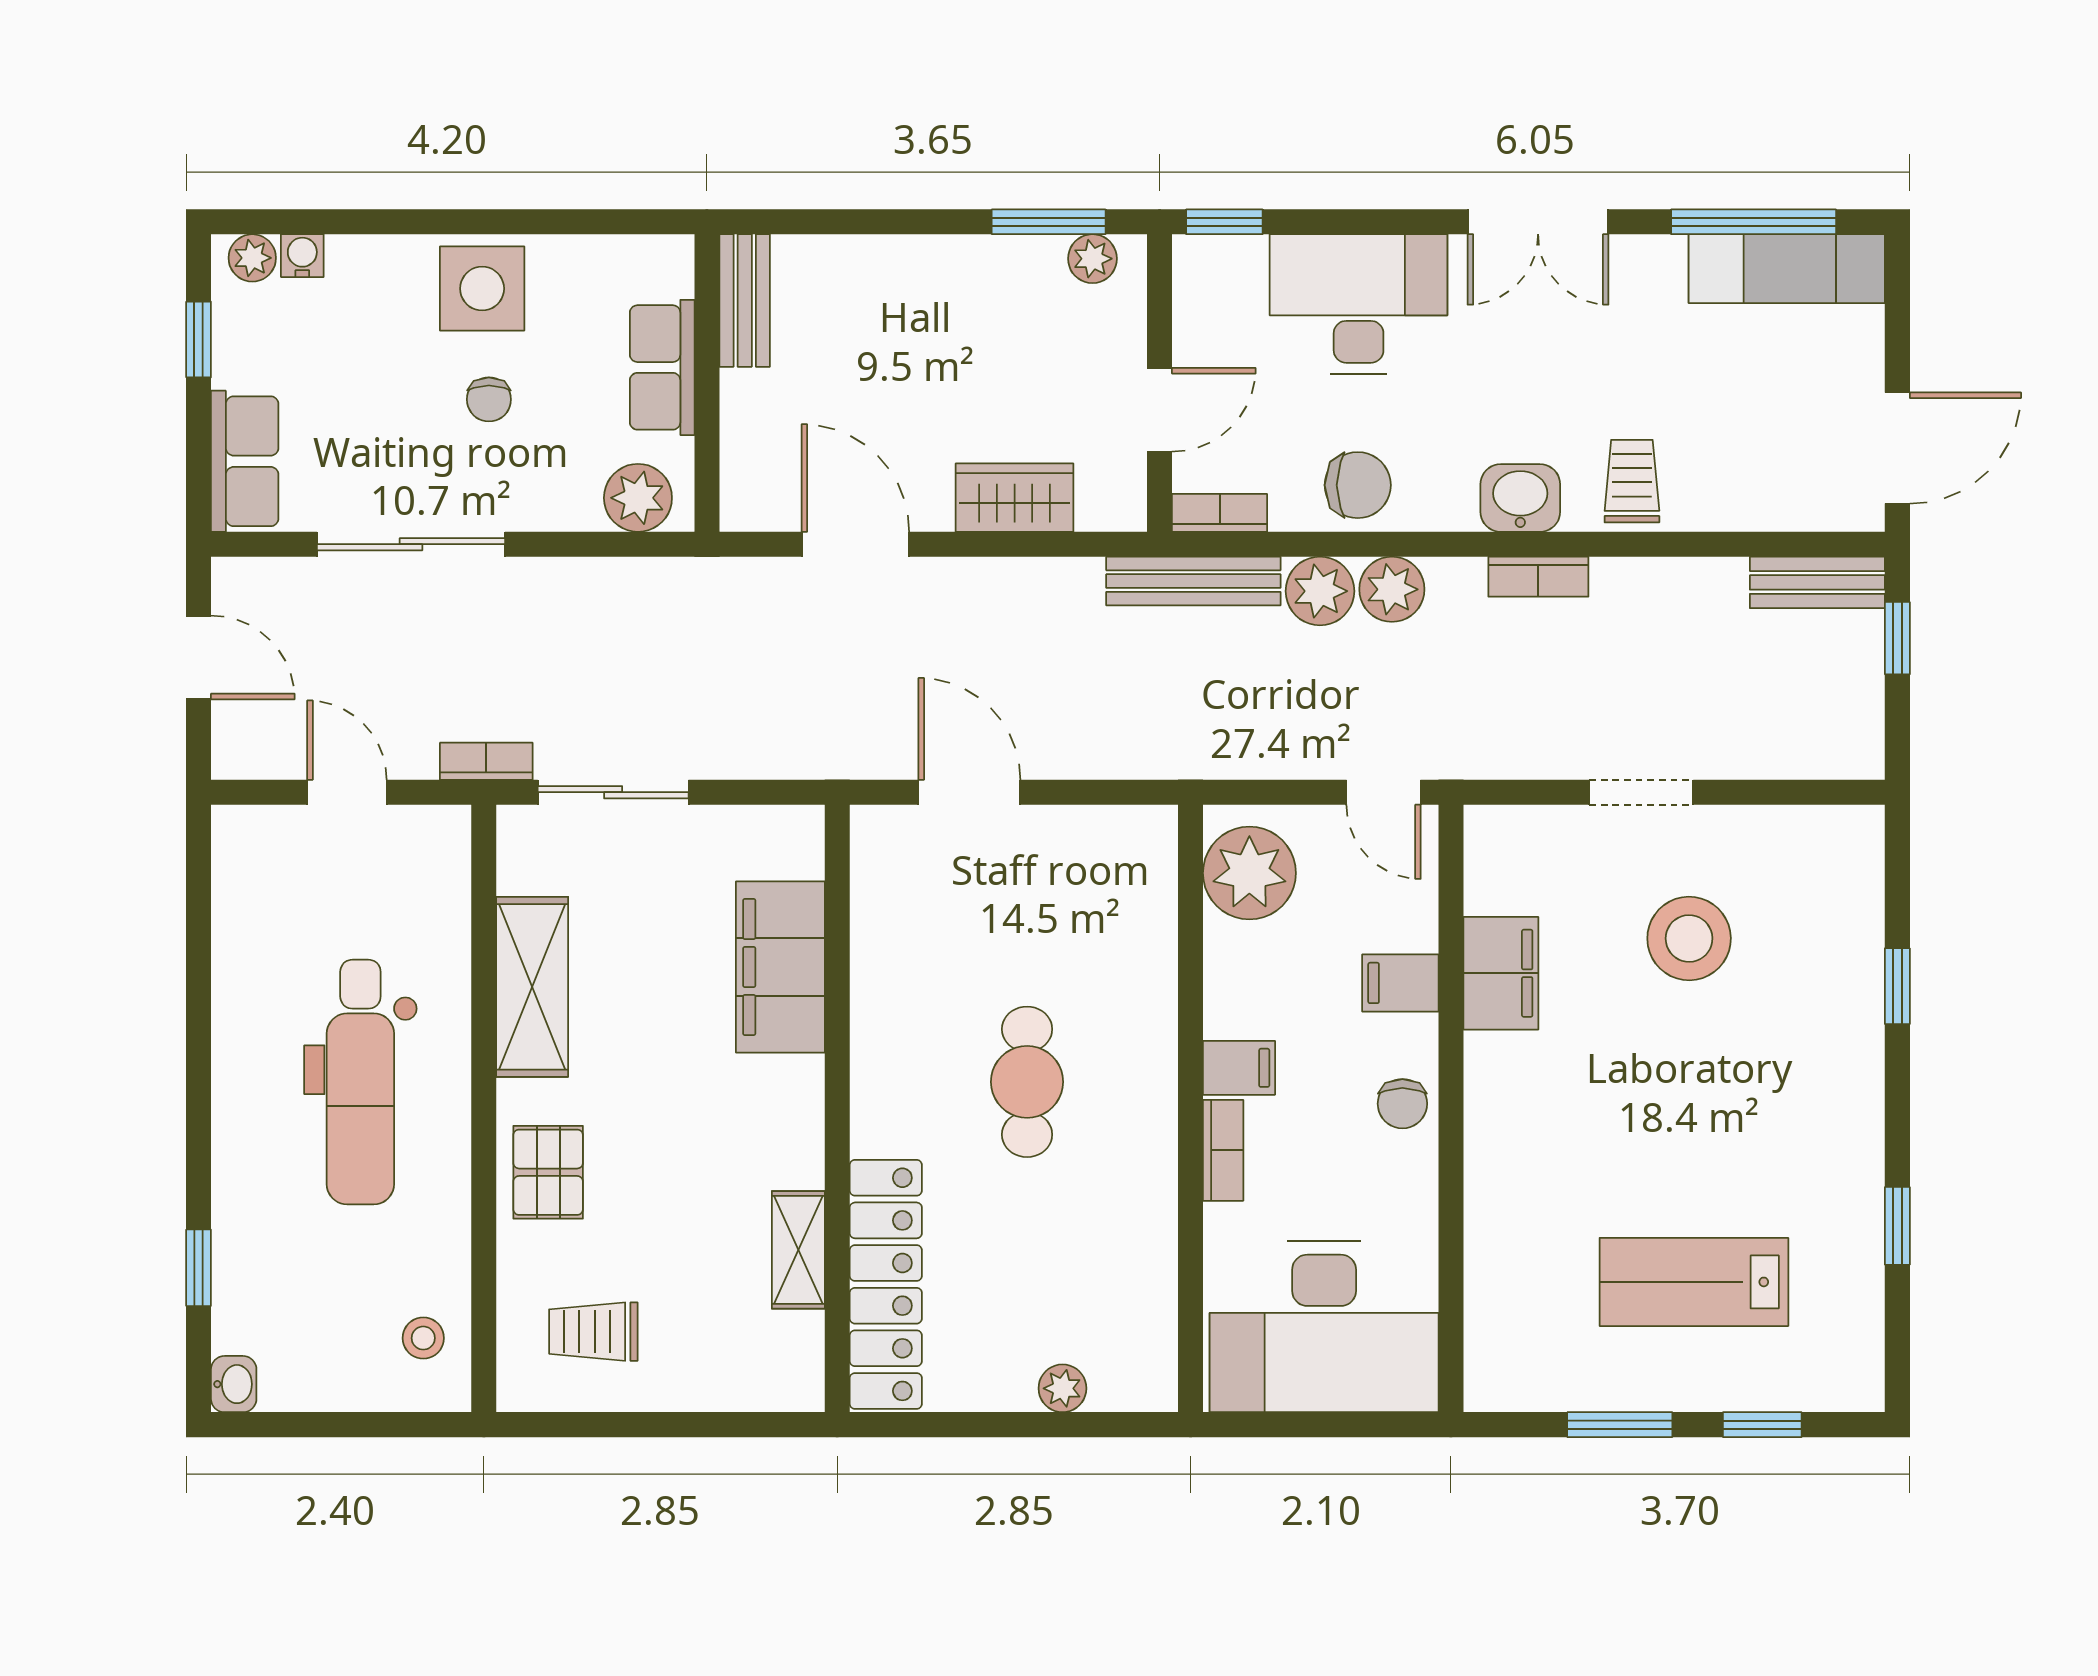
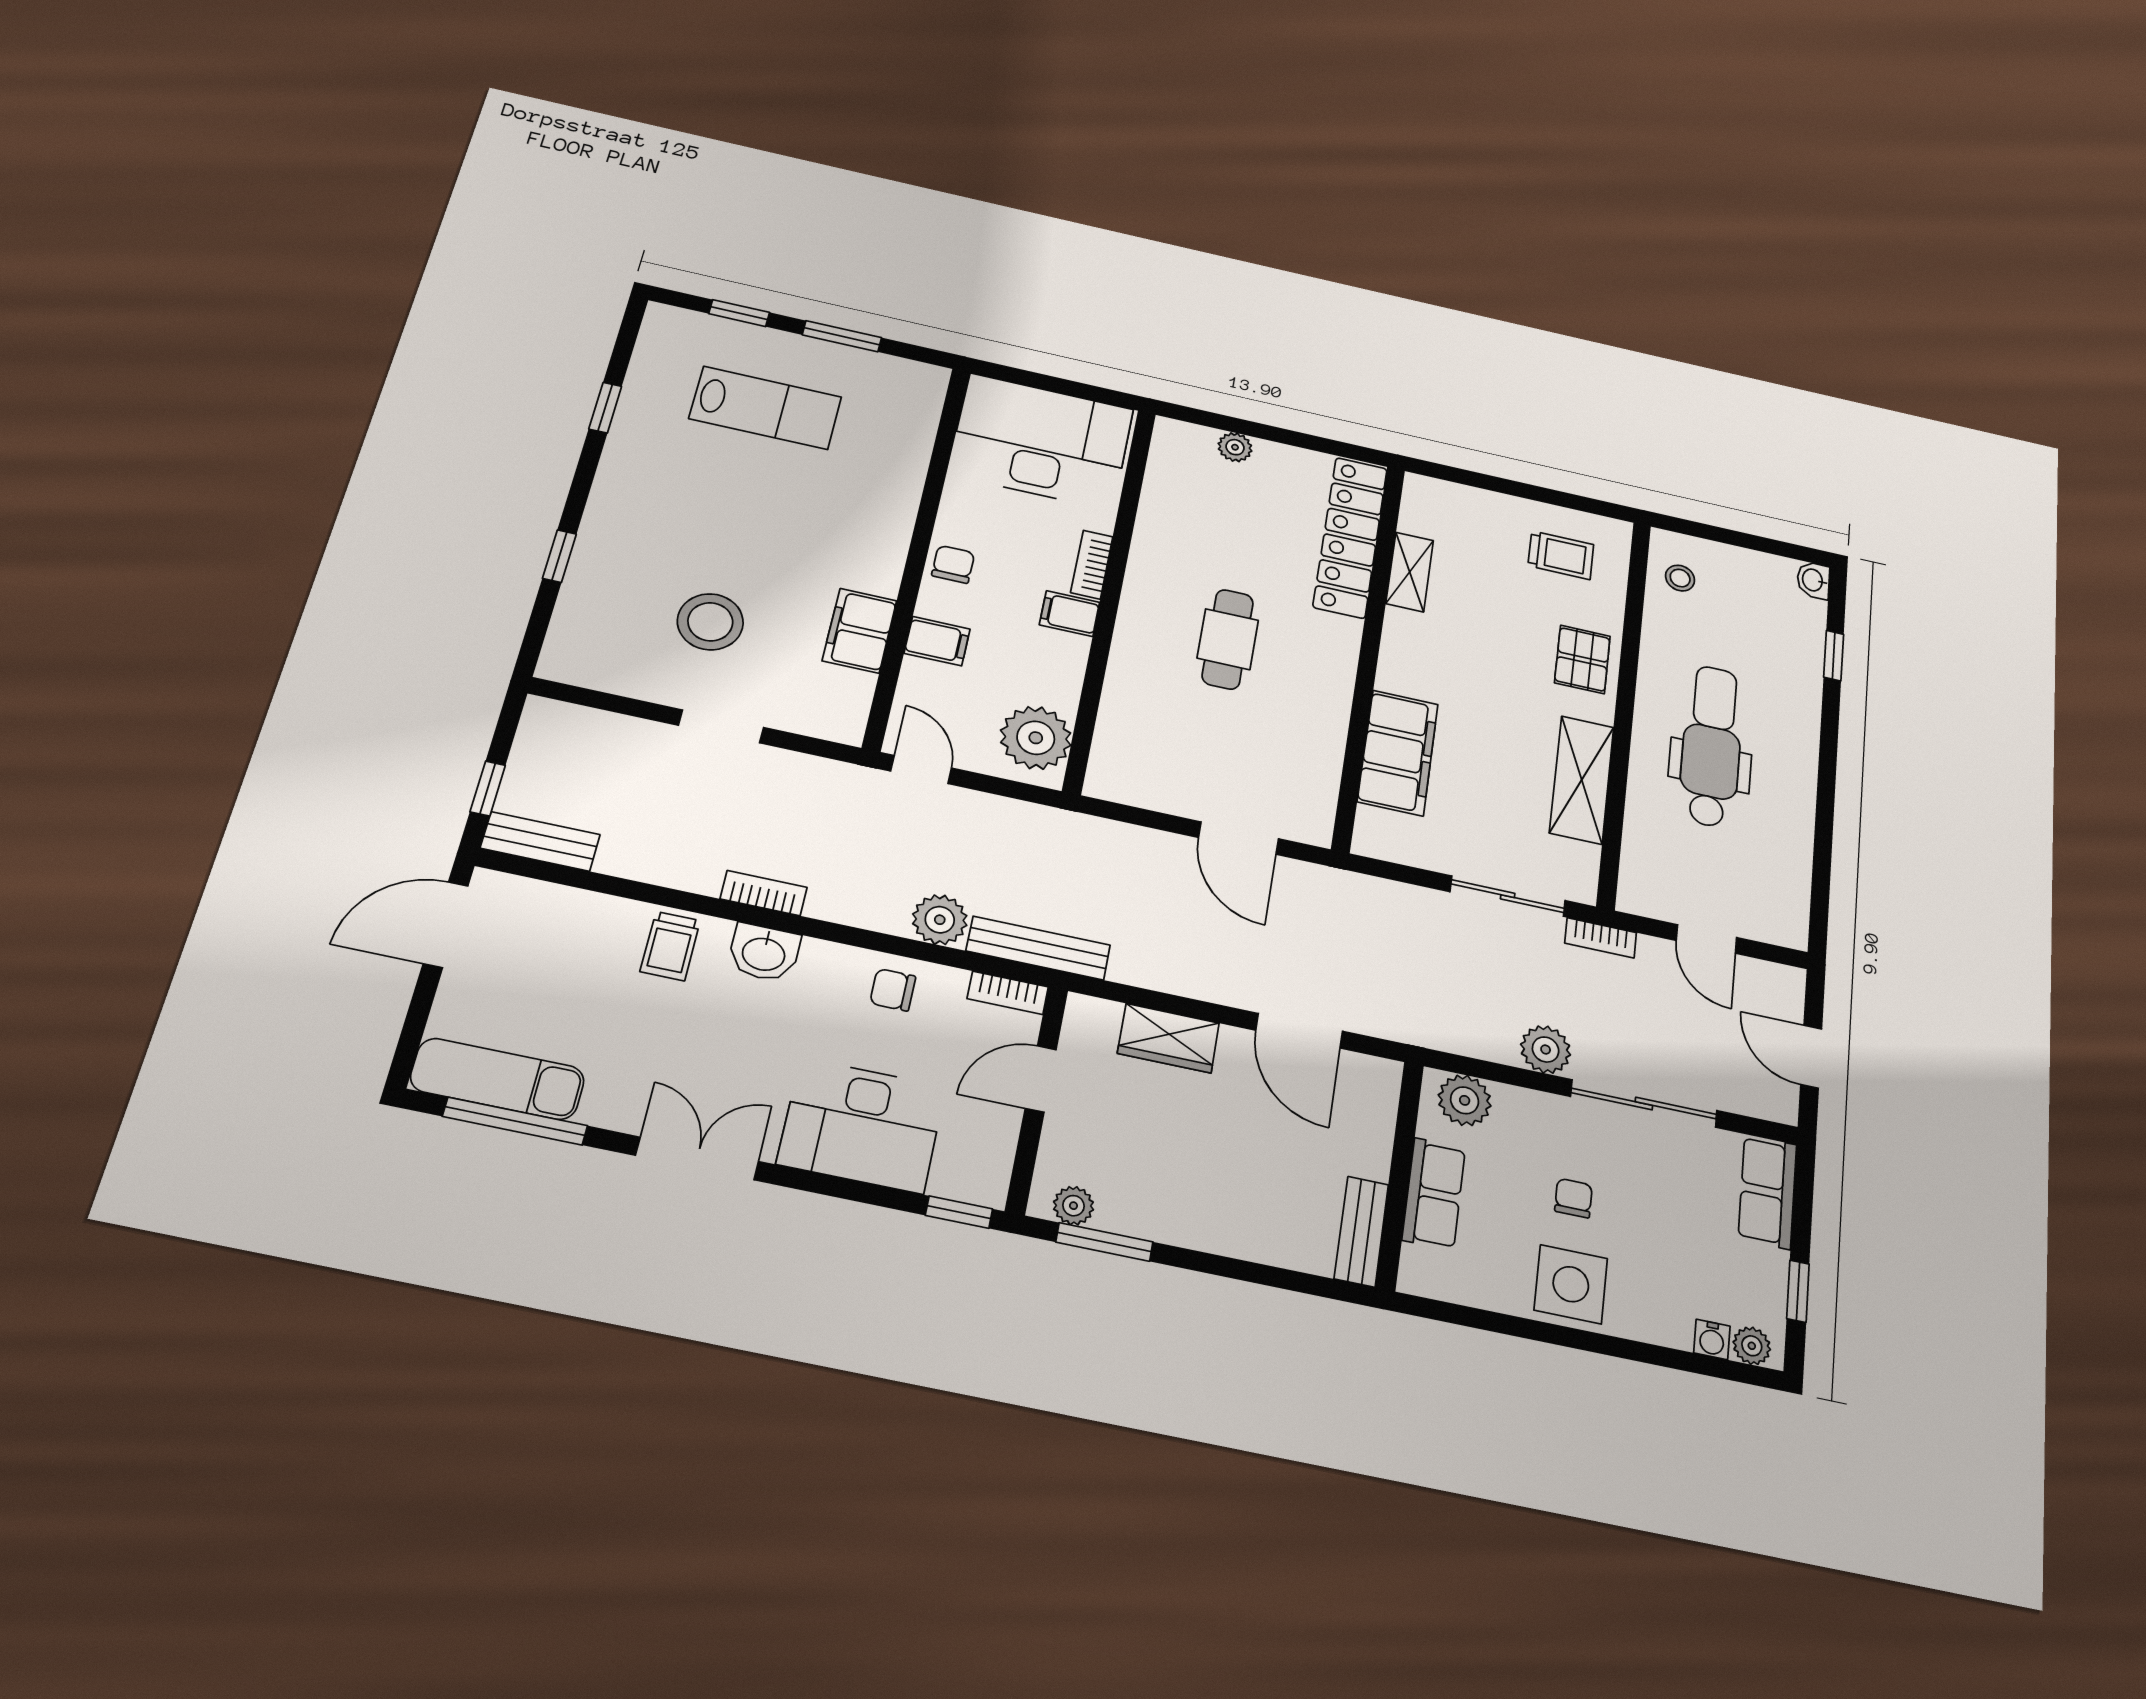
chair: (1358, 485) -> (893, 990), width x0.73, depth x0.73
plant: (1392, 589) -> (1546, 1050), moved

